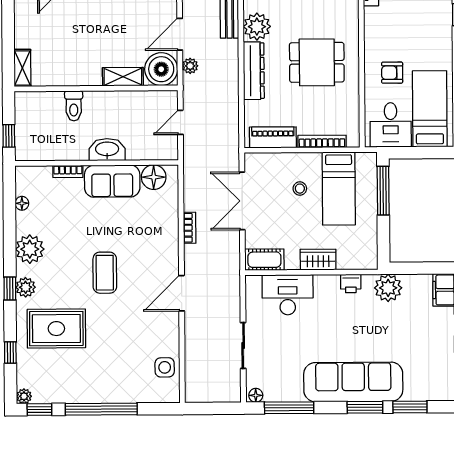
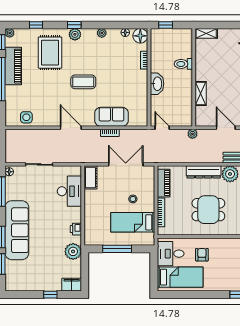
dining table: (317, 62) -> (208, 210), turned 90
plant: (190, 66) -> (192, 134), moved
boiler: (161, 69) -> (205, 116), removed
door: (180, 122) -> (162, 128), moved
floor lamp: (154, 177) -> (140, 36), moved
sofa: (112, 181) -> (111, 117), moved, turned 90
window: (383, 191) -> (117, 249), moved
plant: (30, 249) -> (102, 33), width x0.53, depth x0.53
wardrobe: (318, 260) -> (90, 210), removed
piano: (79, 390) -> (13, 66), added

